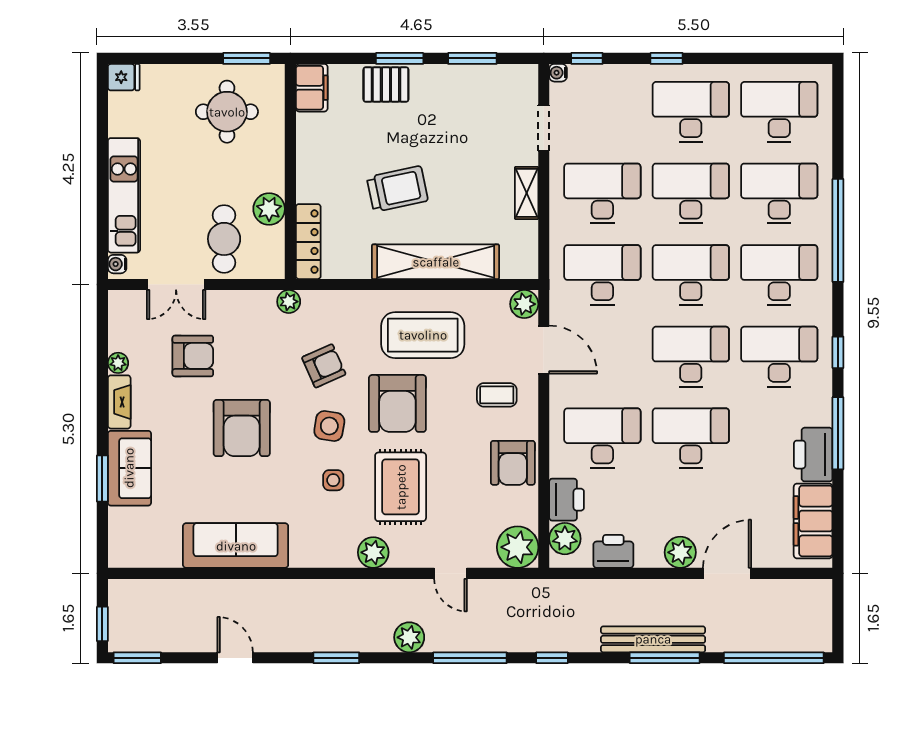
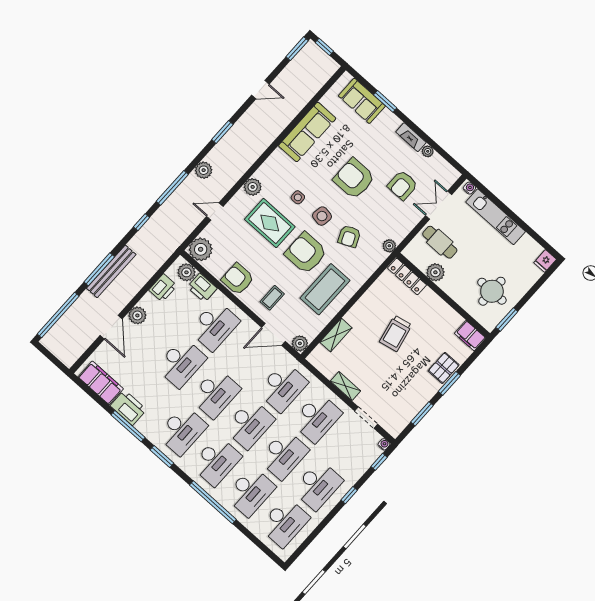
shelving: (436, 262) -> (336, 335), width x0.45, depth x0.75
window: (838, 352) -> (162, 457), width x1.50
sofa: (129, 468) -> (362, 101), moved

